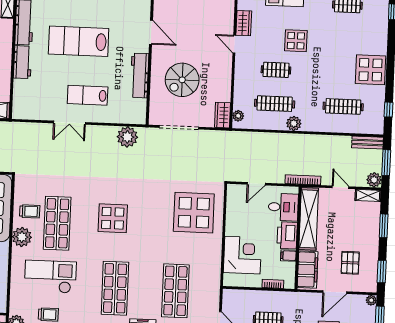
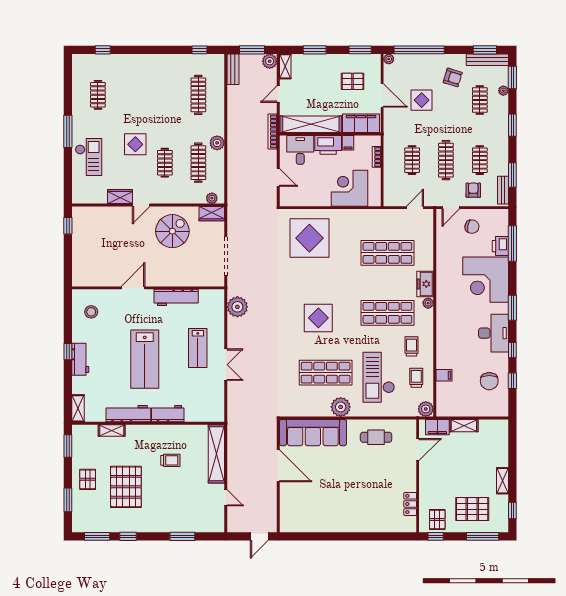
display table: (371, 70) -> (161, 69), removed
spiral stairs: (182, 80) -> (172, 231), moved, turned -90
trolley: (30, 211) -> (411, 346), moved

